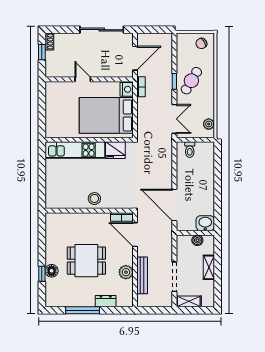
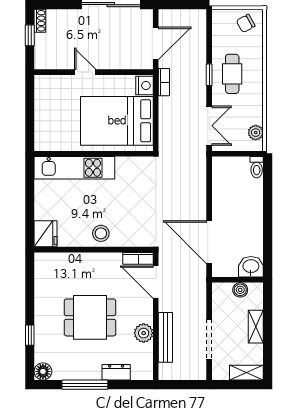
cafe table: (191, 81) -> (232, 74), turned -31
fridge: (115, 150) -> (46, 234), moved, turned -90
toilet: (190, 150) -> (257, 167), moved
floor lamp: (52, 271) -> (43, 371), moved
shelving: (189, 301) -> (246, 373), moved

